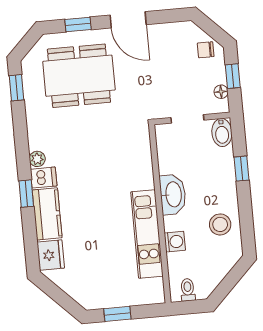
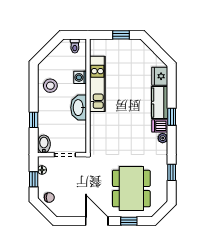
dining table: (79, 76) -> (131, 189), turned 90
window: (16, 88) -> (172, 172), moved

